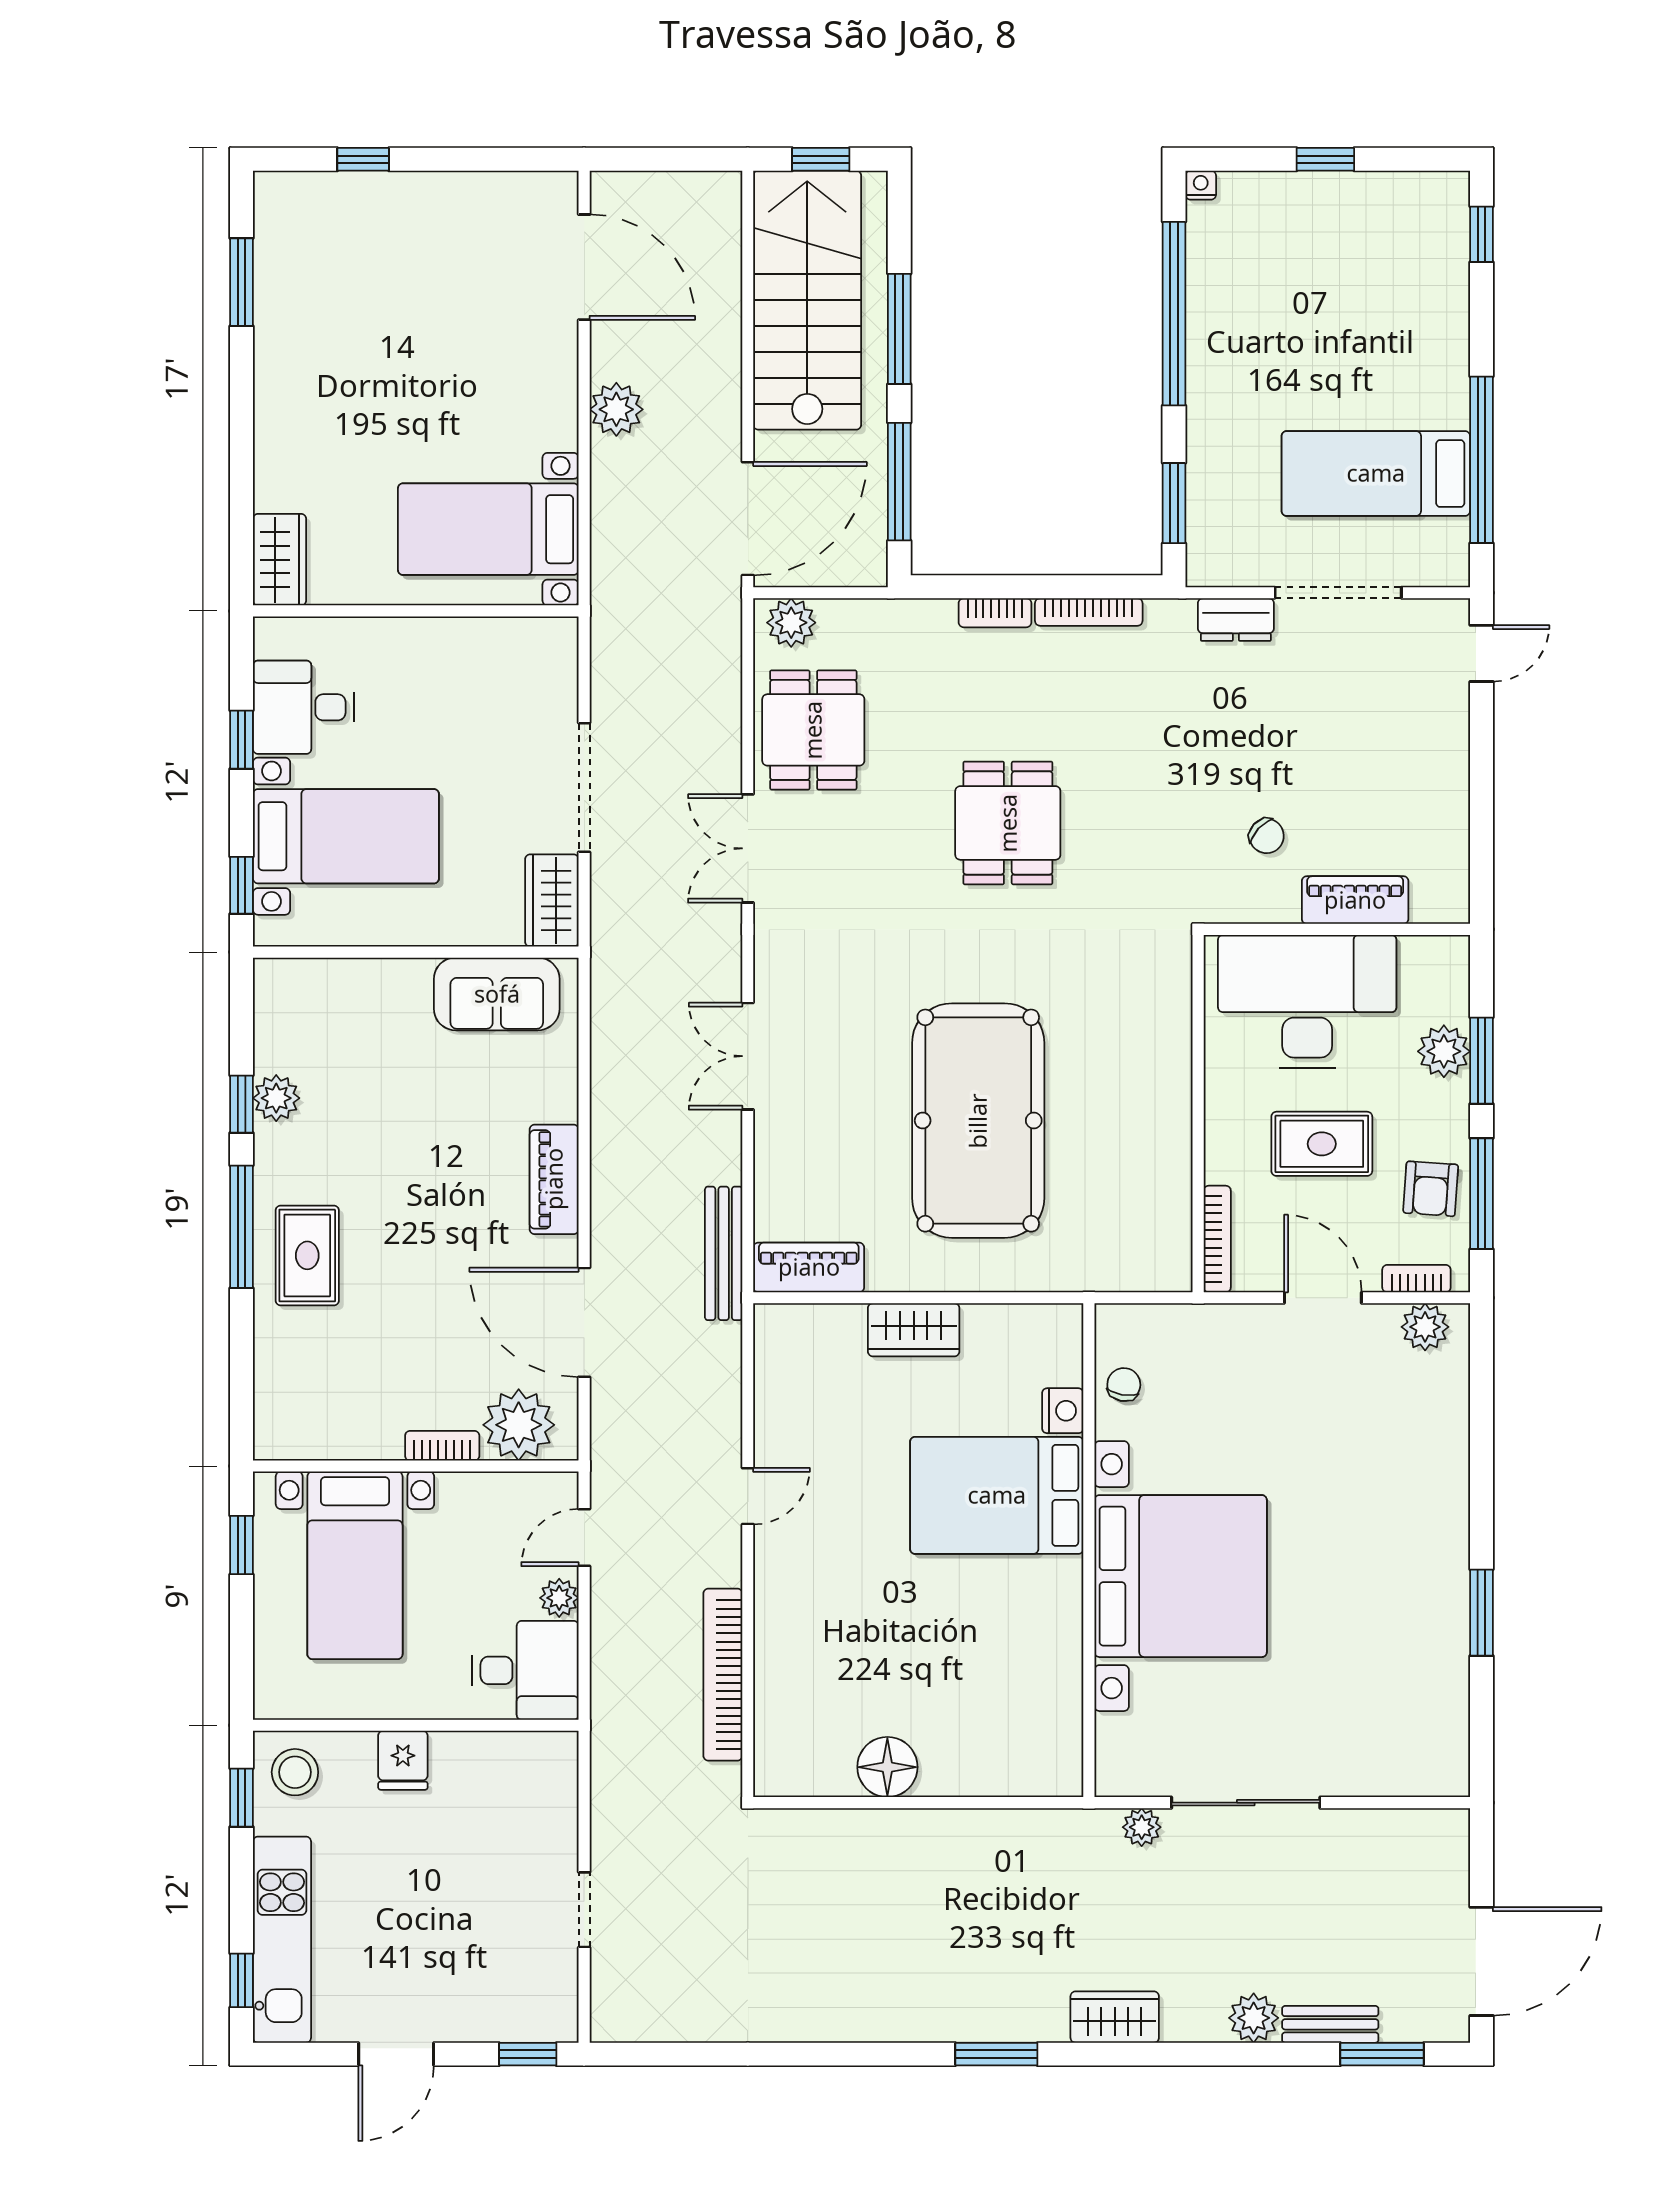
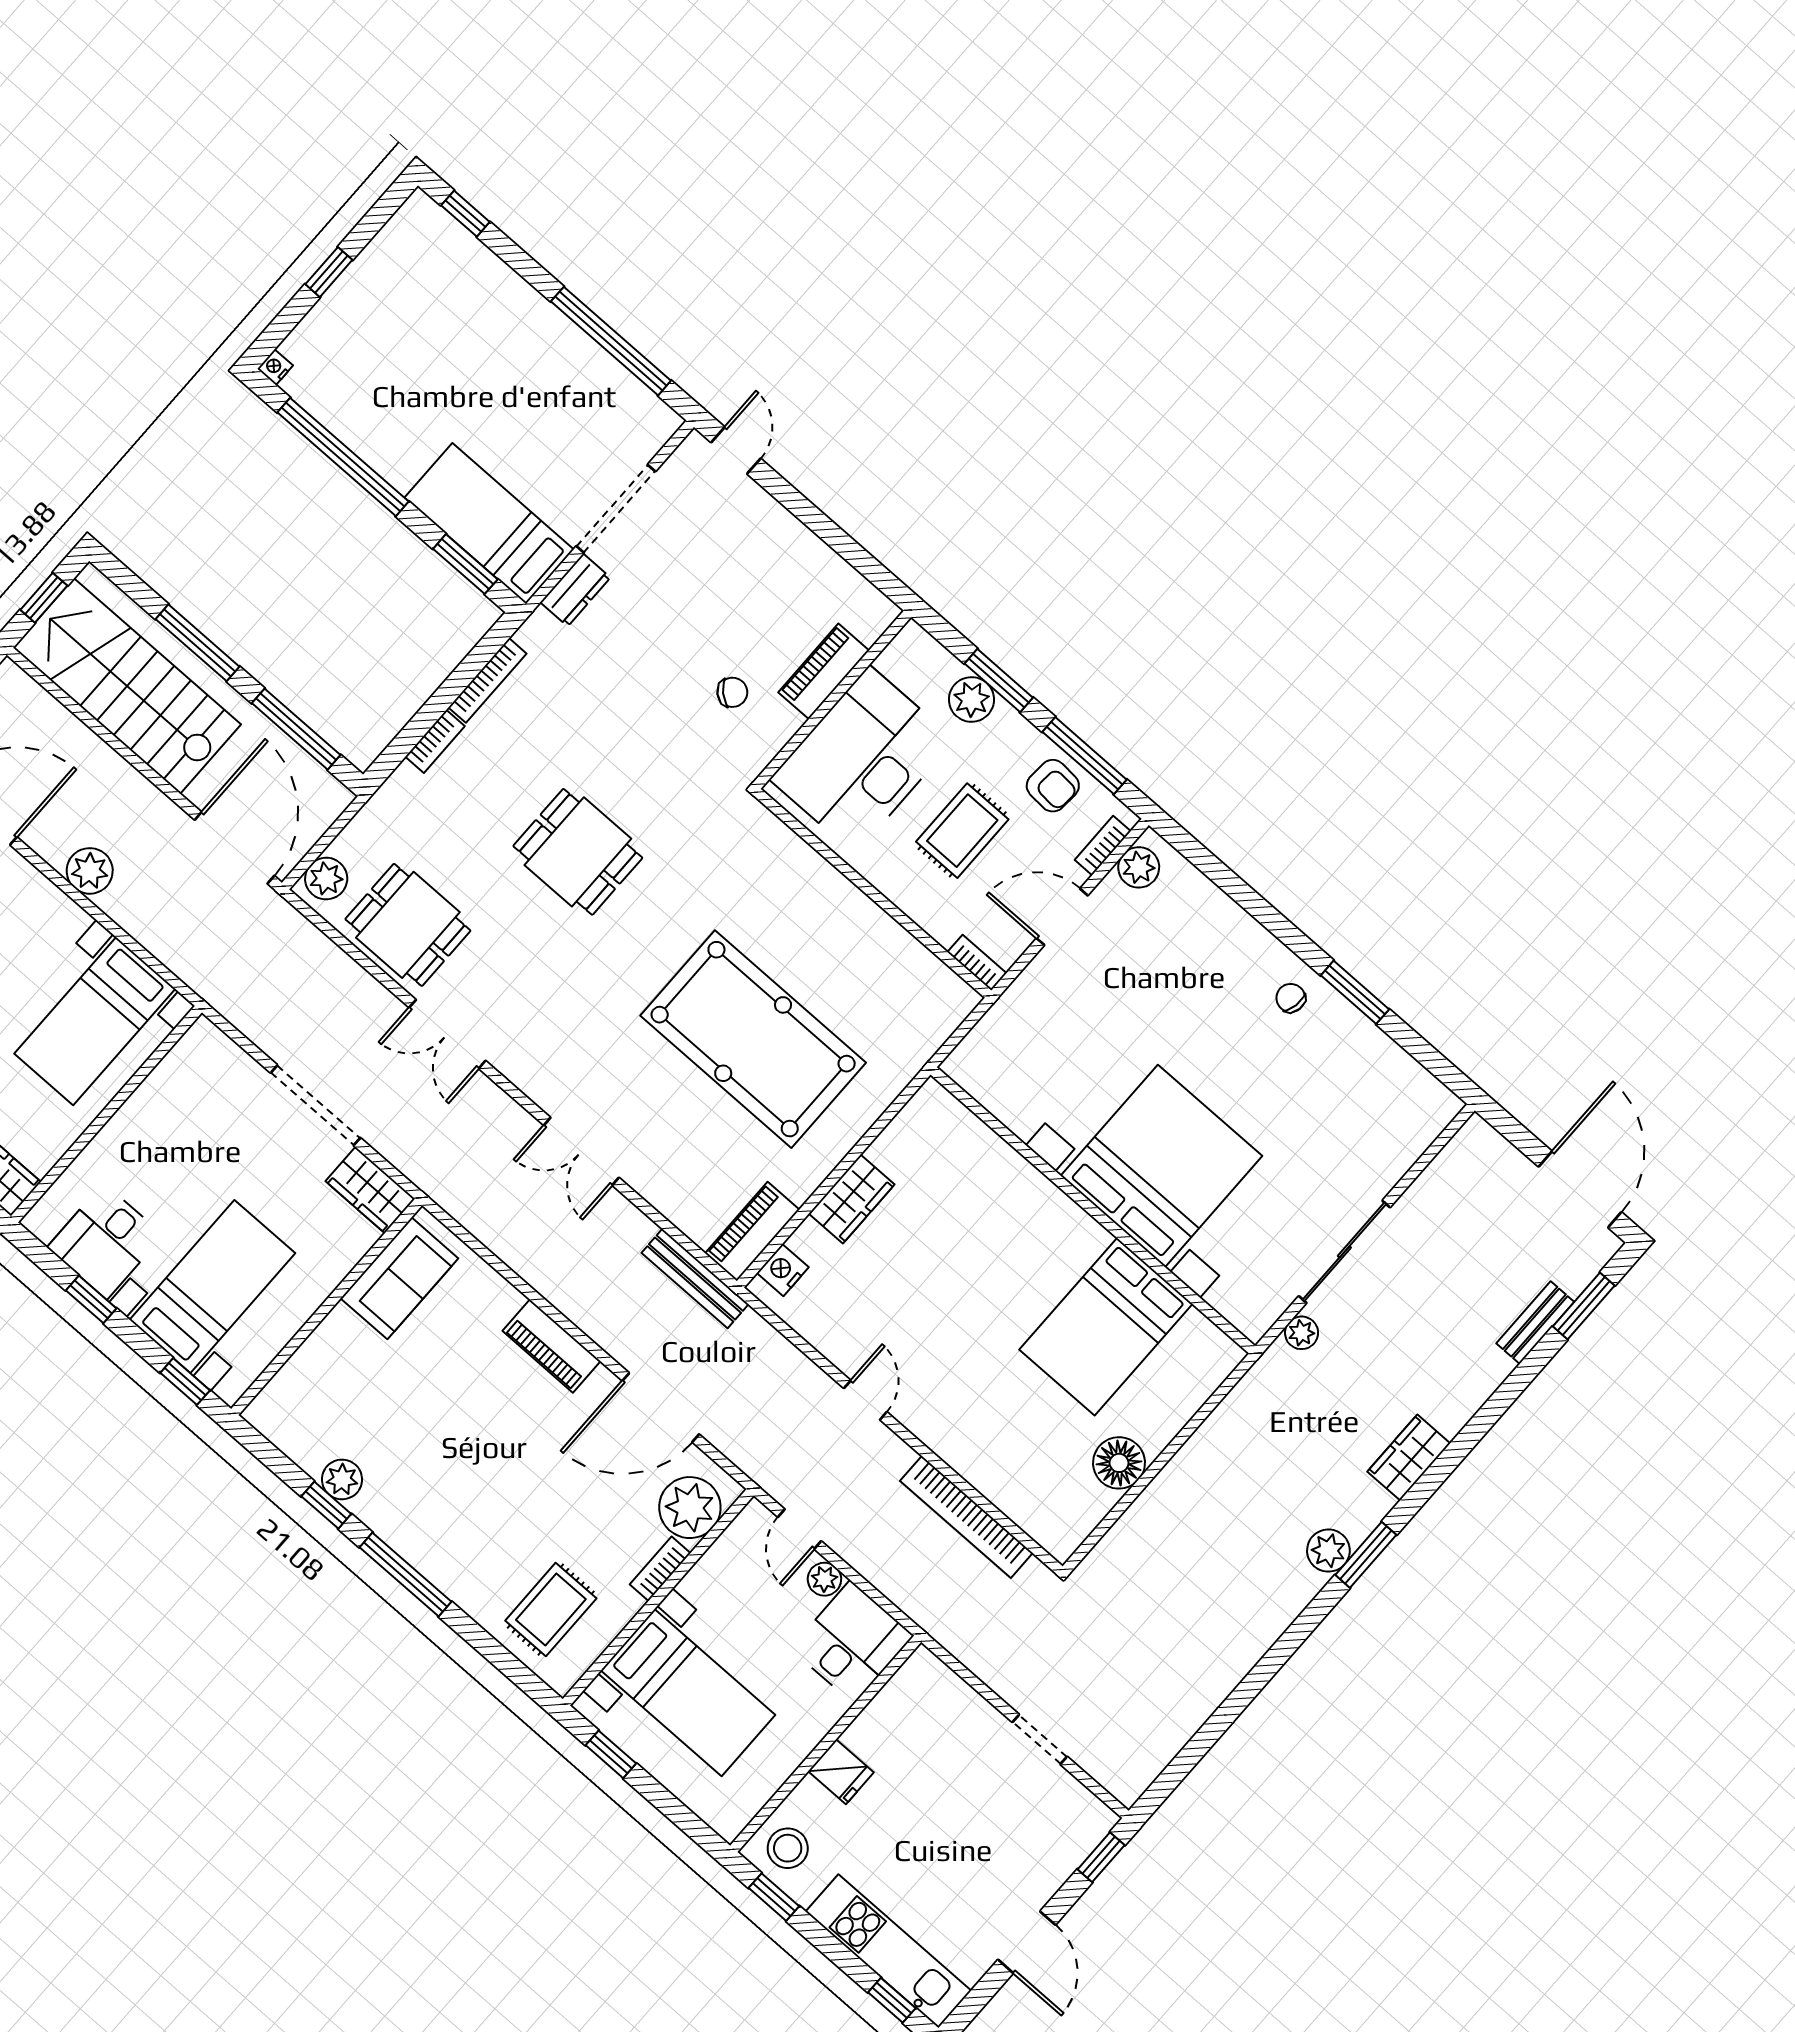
bed: (1376, 473) -> (489, 524), moved, turned 90
bookcase: (1217, 1239) -> (977, 963), width x0.64
rug: (307, 1255) -> (551, 1609), moved, turned 90
chair: (1124, 1385) -> (1291, 998), moved
nightstand: (1063, 1411) -> (783, 1270), moved, turned -90
bed: (997, 1495) -> (1106, 1327), moved
plant: (1254, 2018) -> (1328, 1551), moved

